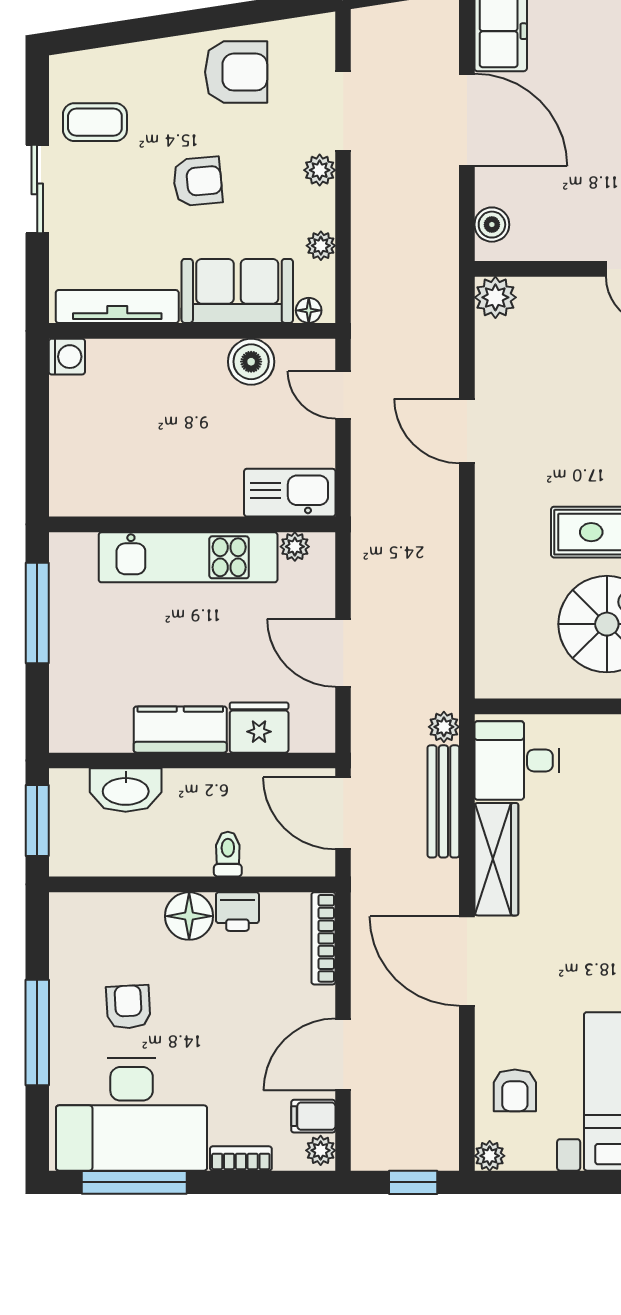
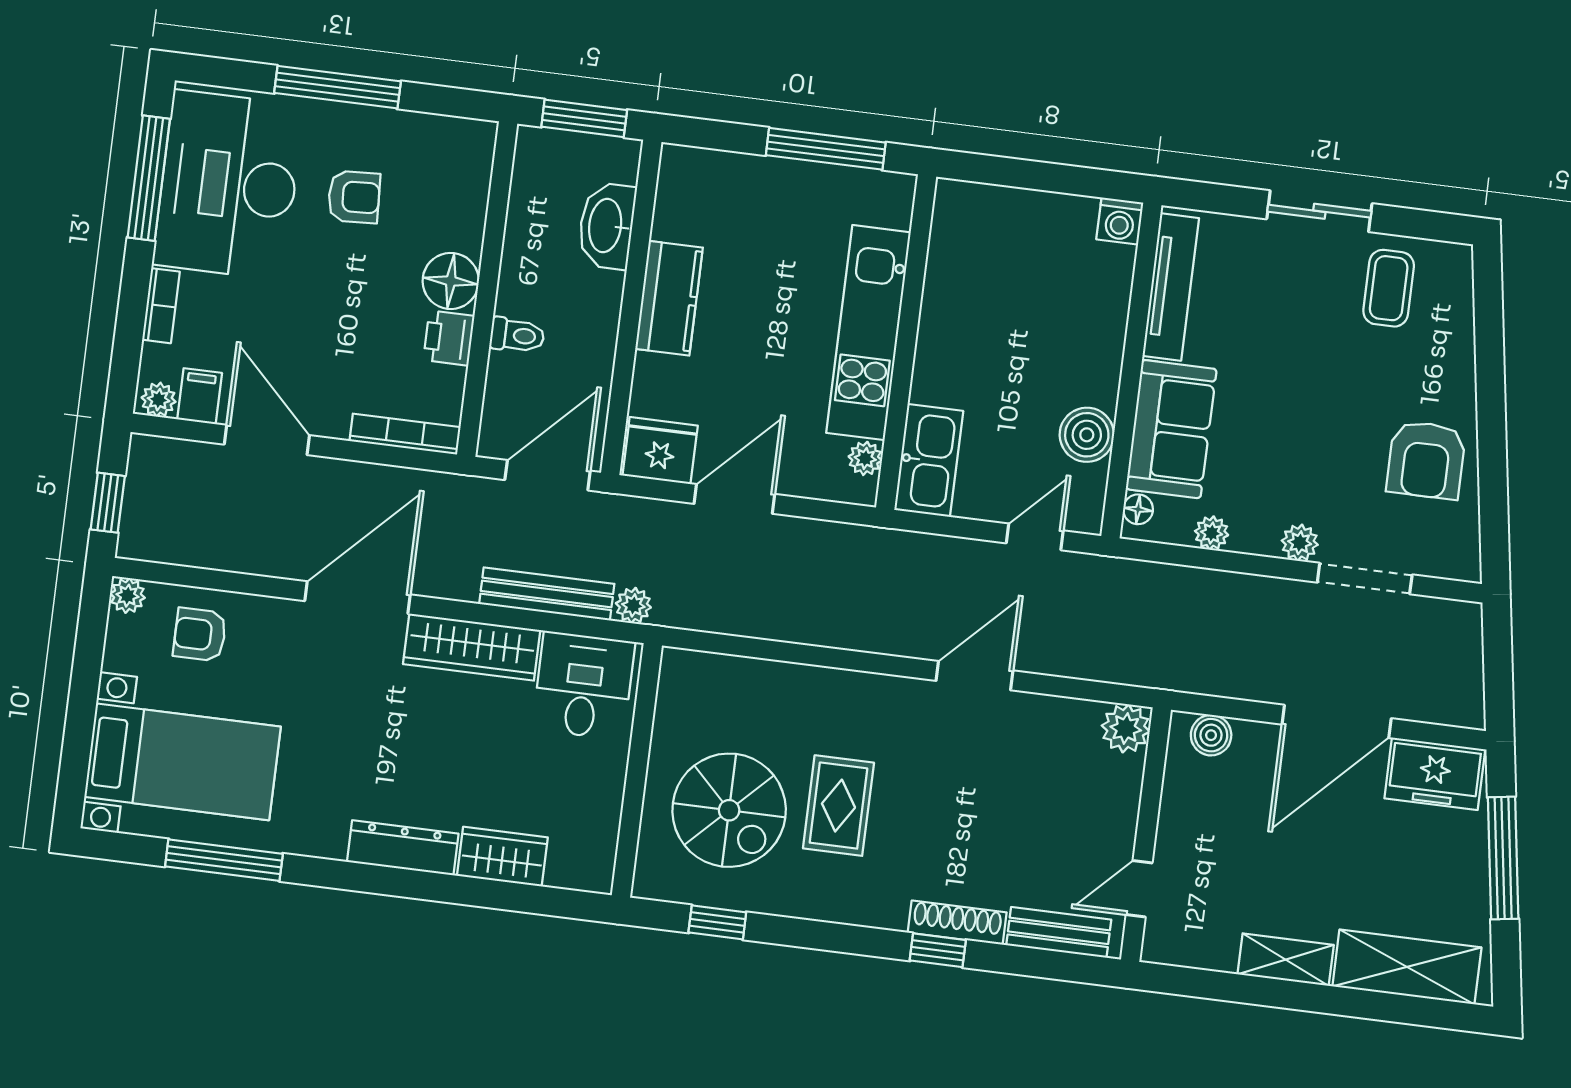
armchair: (198, 181) -> (1305, 399), removed
fridge: (259, 728) -> (660, 451), moved, turned -90

